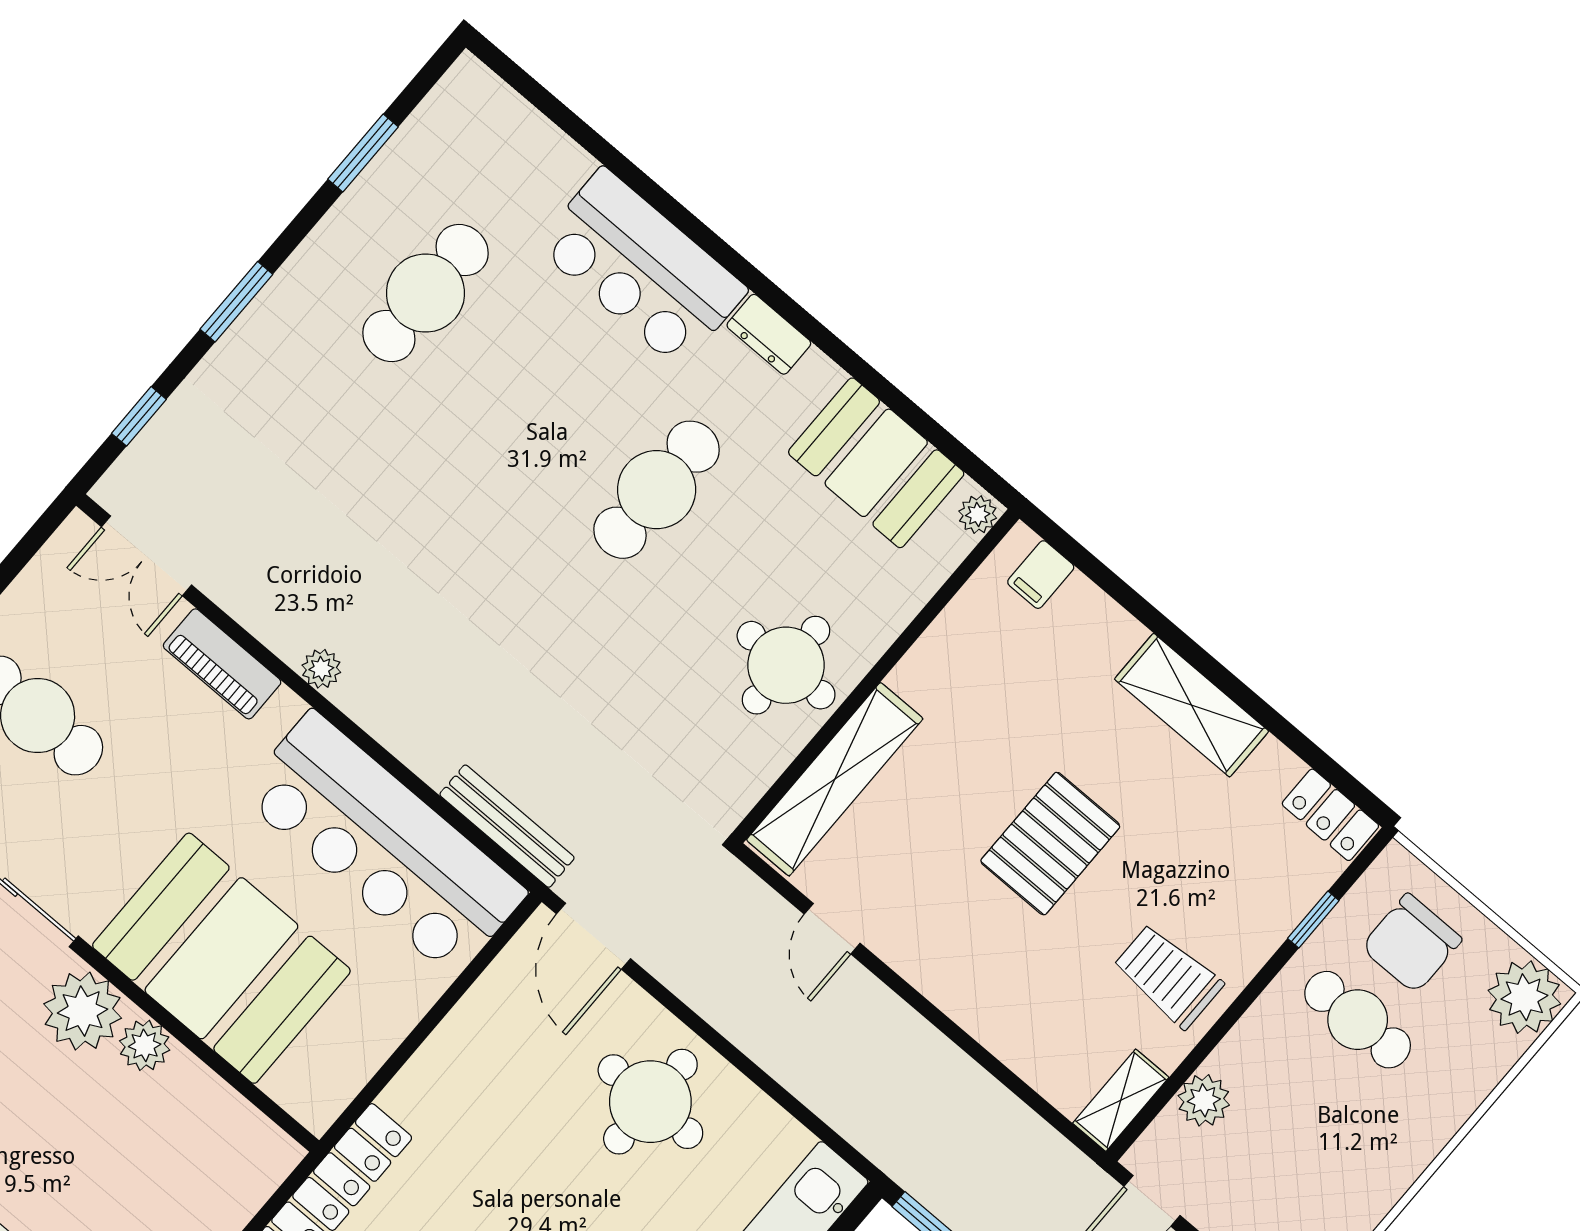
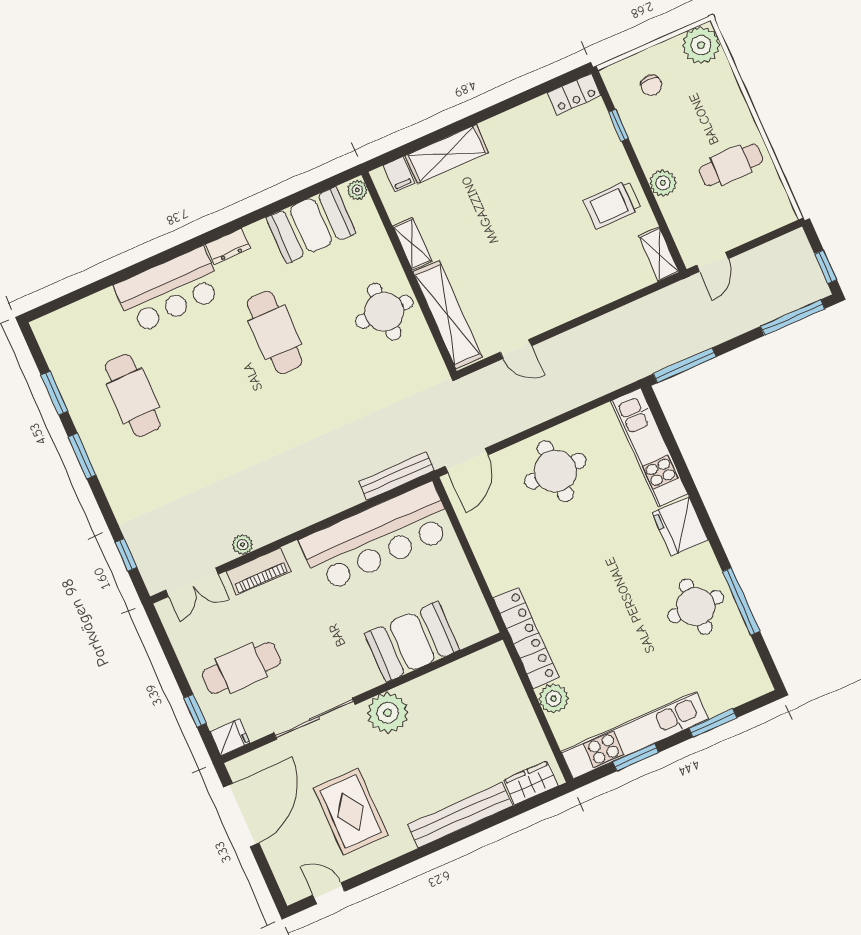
window: (236, 302) -> (82, 456), moved
shelving: (930, 657) -> (412, 244), added
plant: (321, 669) -> (242, 545), moved
shelving: (1192, 705) -> (447, 154), moved
pallet: (1050, 844) -> (525, 230), removed
door: (594, 936) -> (466, 461), hinge flipped
chair: (1411, 943) -> (651, 85), width x0.54, depth x0.54
booth: (221, 958) -> (412, 642), width x0.73, depth x0.70
cafe table: (1358, 1020) -> (731, 165), moved
plant: (145, 1045) -> (417, 692), removed
plant: (1204, 1100) -> (663, 183), moved

